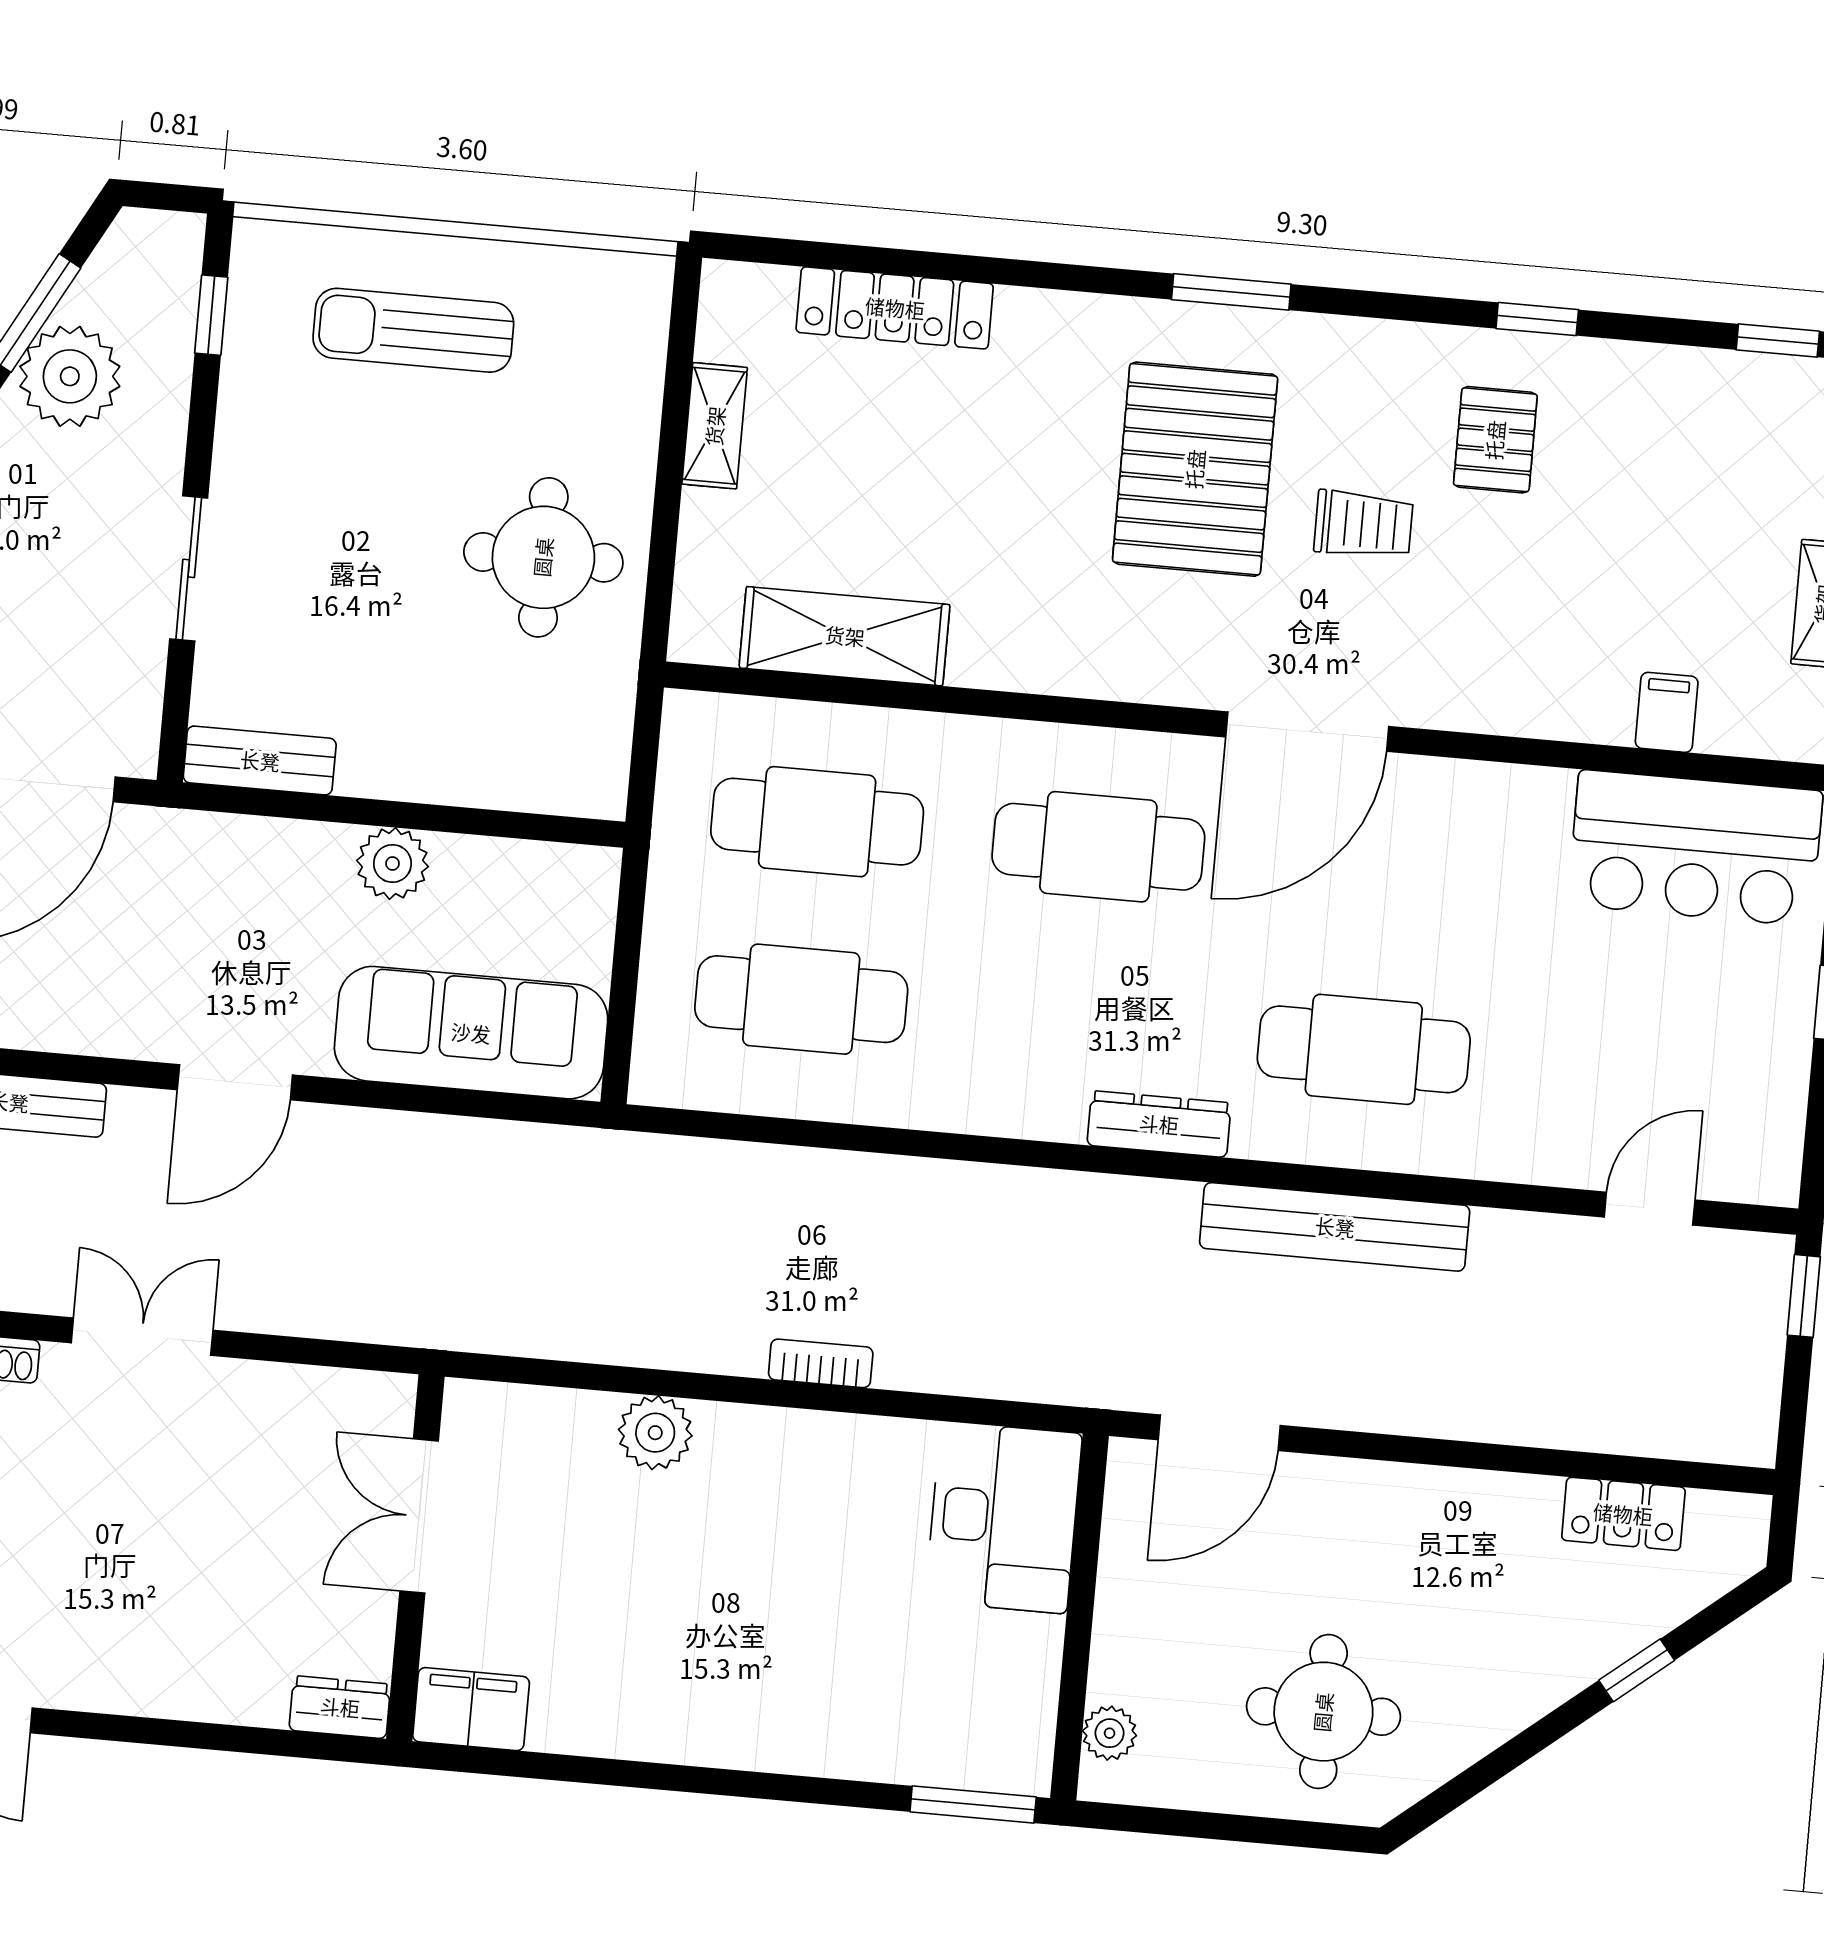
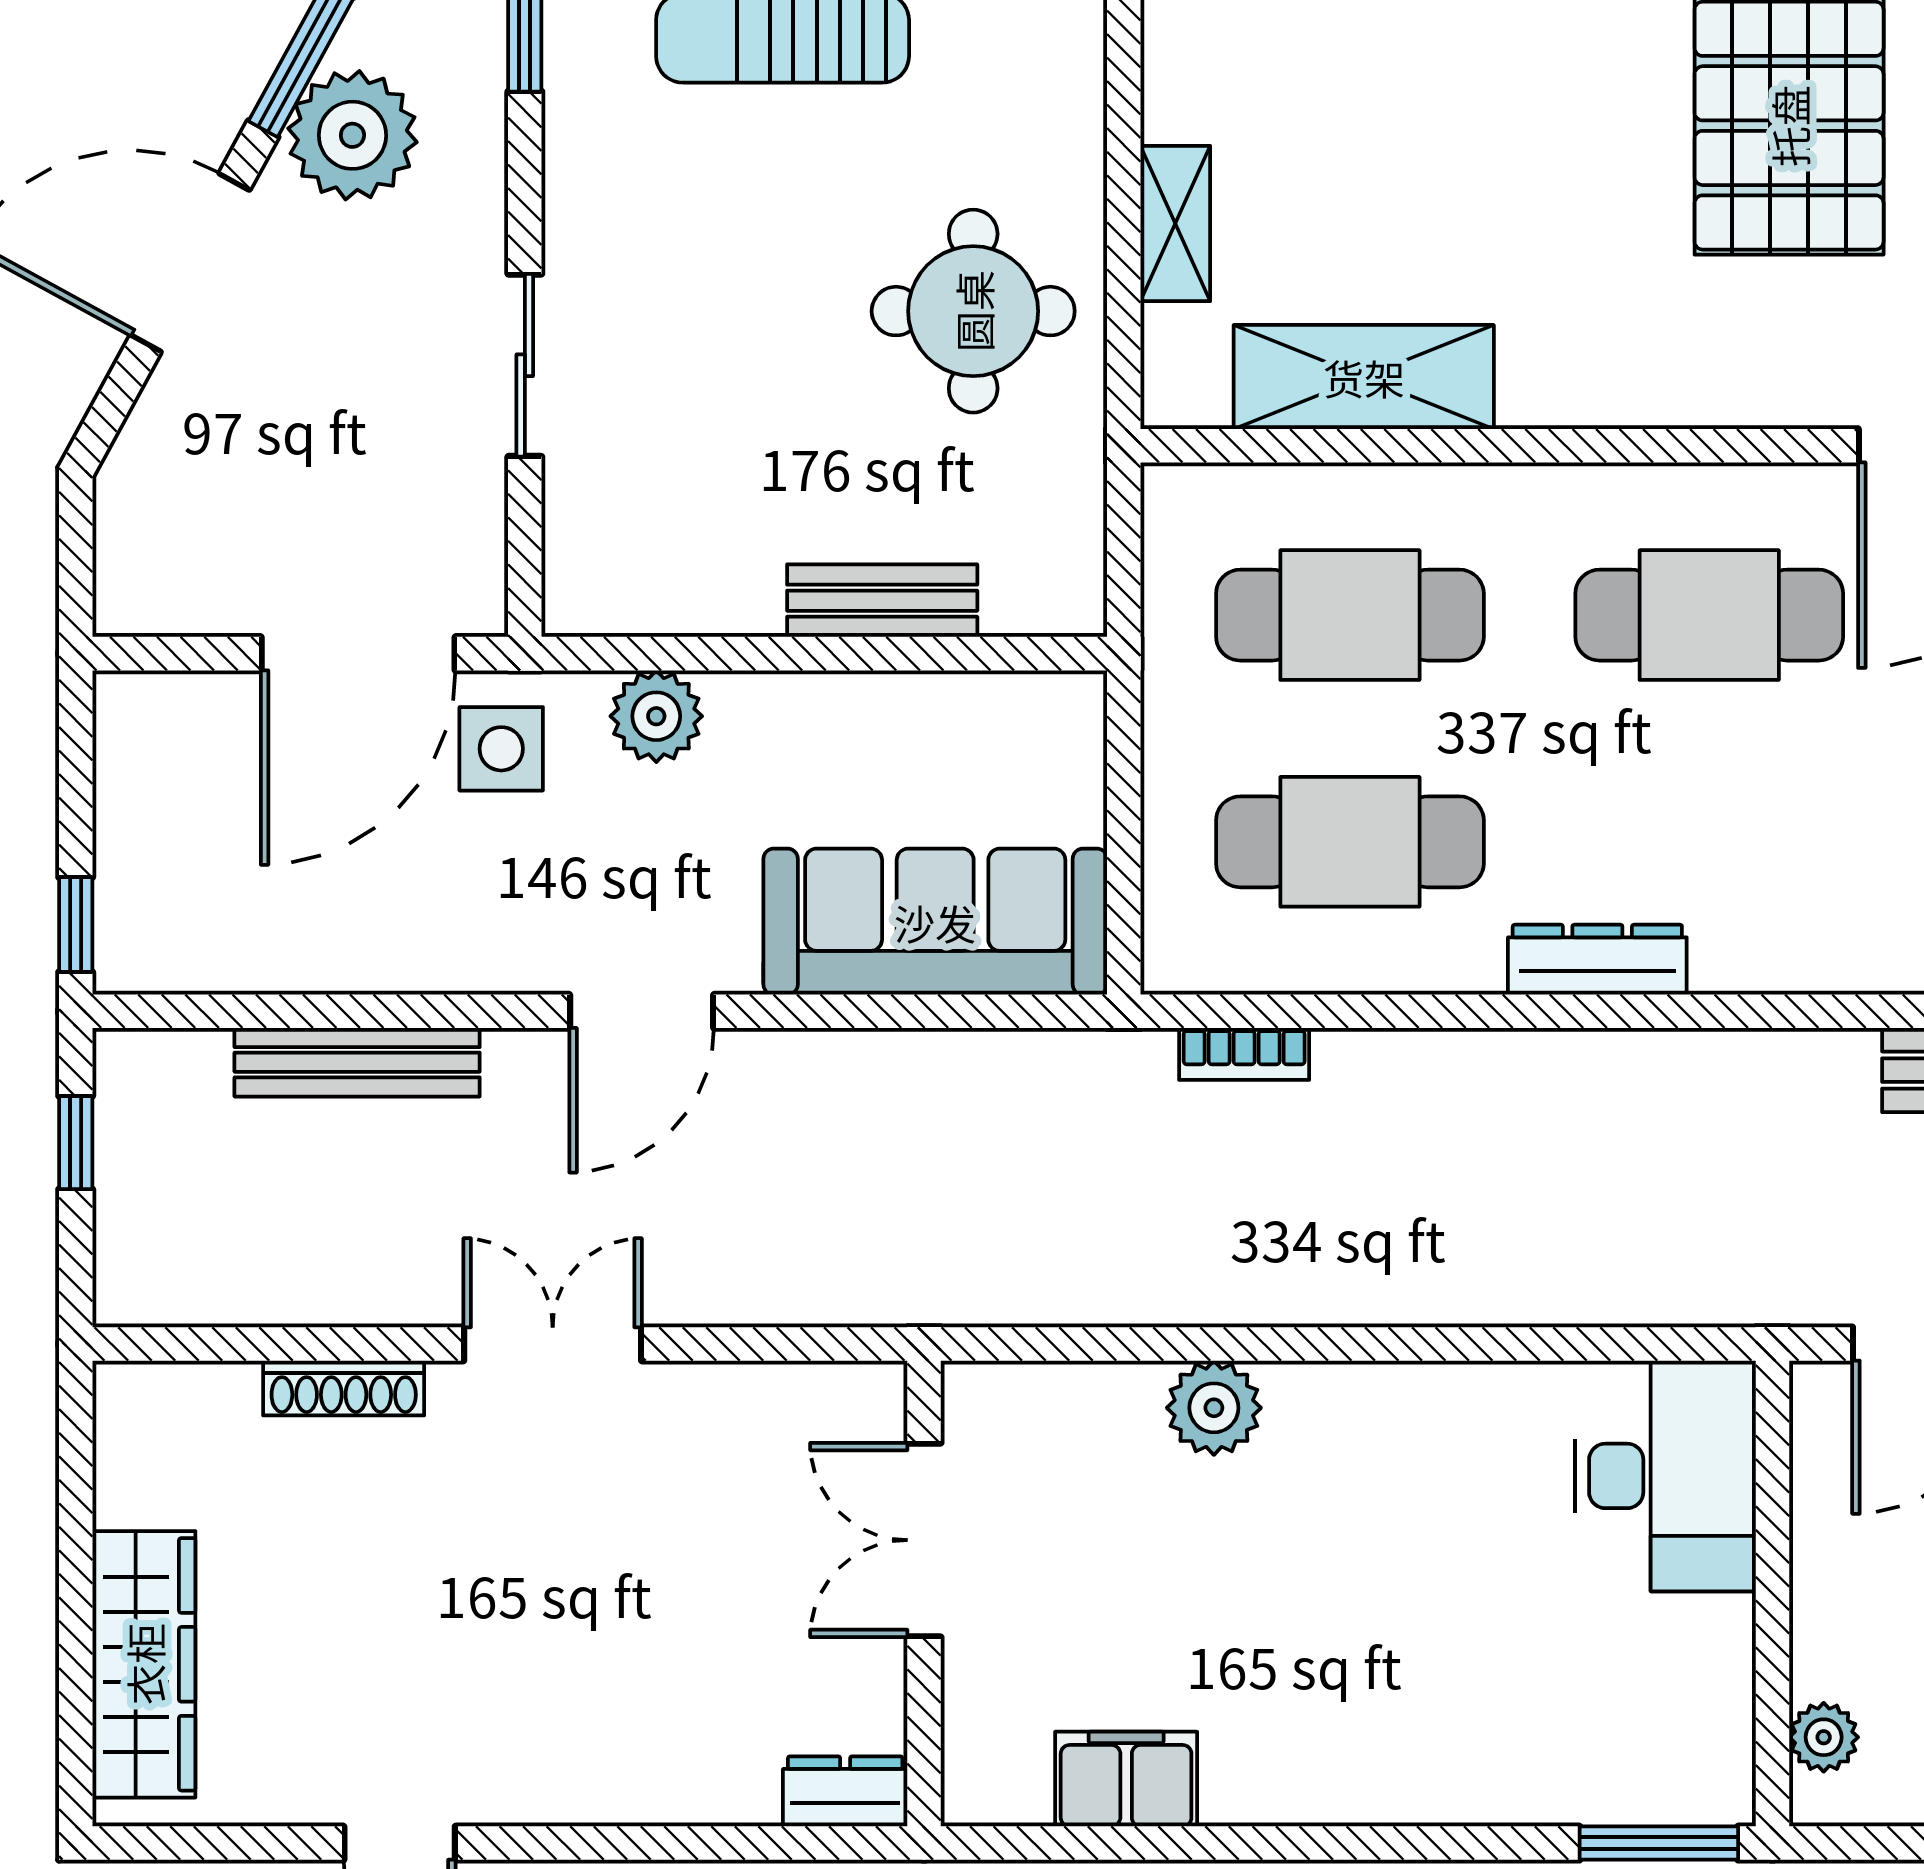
shelving: (715, 426) -> (1175, 224), moved
bench: (260, 761) -> (882, 601), moved
plant: (392, 864) -> (656, 716), moved
side table: (143, 867) -> (501, 749), added
dresser: (1159, 1124) -> (1597, 960), moved
bookcase: (821, 1363) -> (1244, 1054), moved, turned 180
filing cabinet: (471, 1709) -> (1126, 1779), moved

